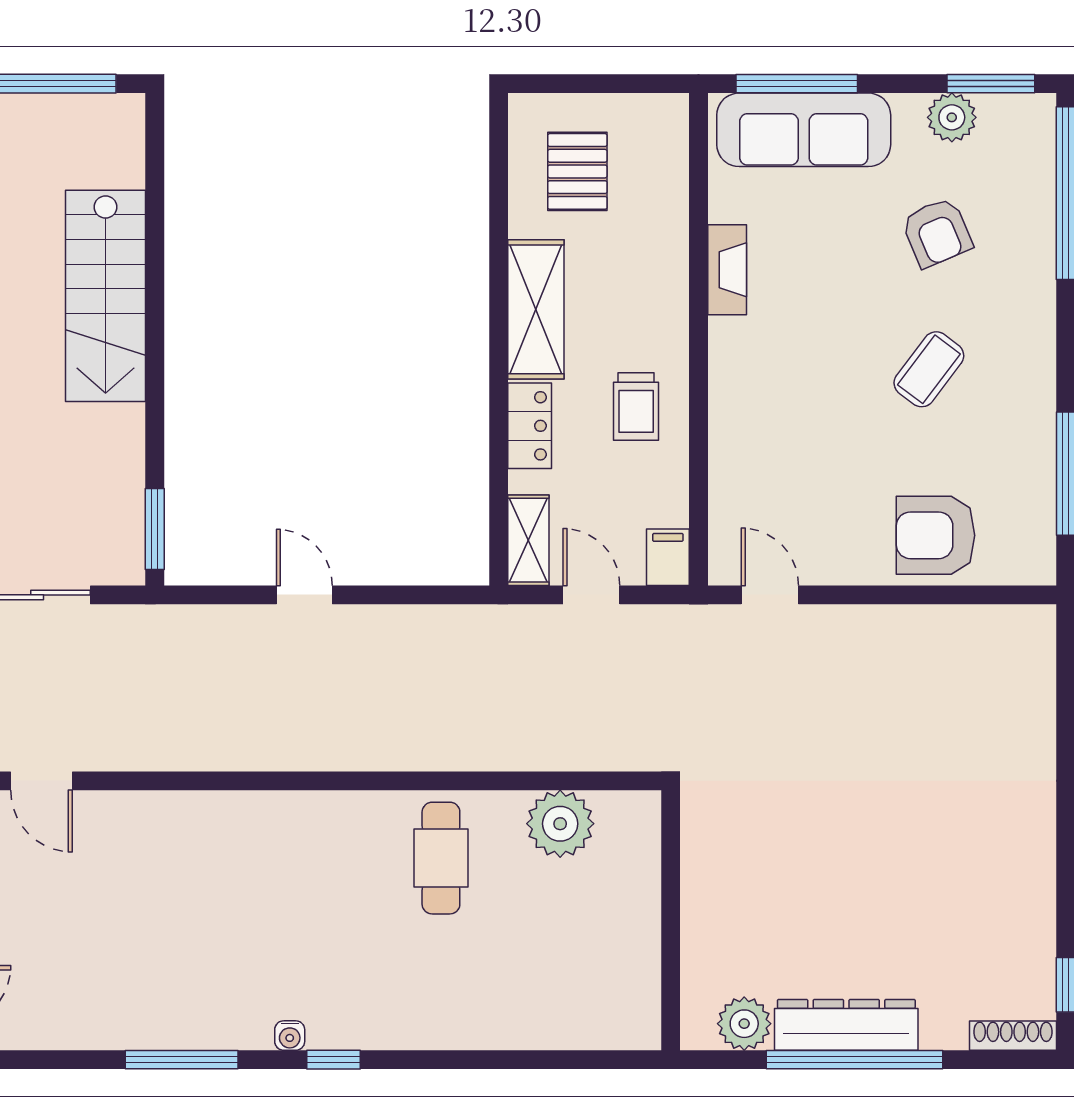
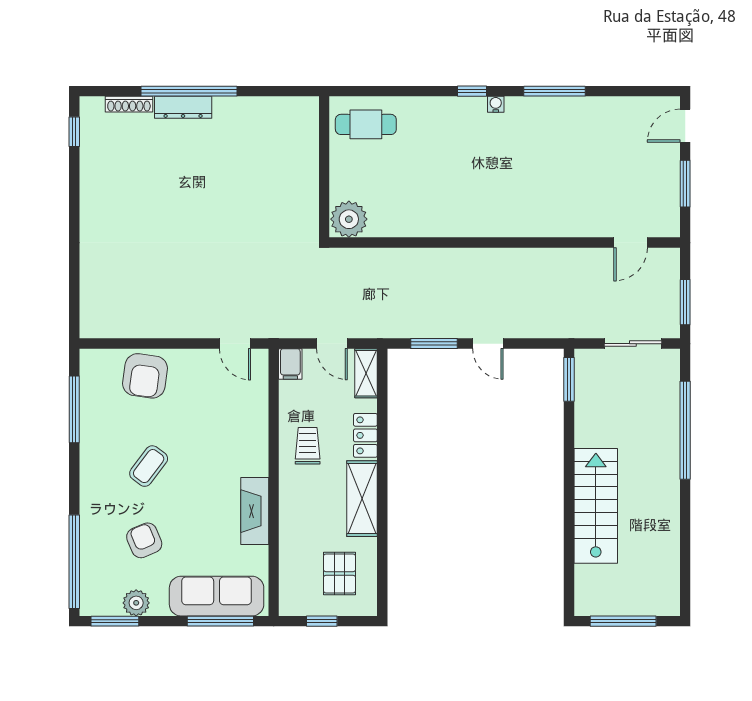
window: (610, 84) -> (322, 621), added
fireplace: (727, 270) -> (255, 511), width x1.37, depth x1.32
armchair: (935, 535) -> (145, 376), turned 98
window: (403, 595) -> (434, 344), added
door: (41, 781) -> (631, 243), swing flipped
cafe table: (441, 858) -> (366, 124), moved, turned 90
wall: (671, 920) -> (324, 167), moved
plant: (744, 1024) -> (249, 111), removed
dresser: (846, 1025) -> (183, 107), width x0.73, depth x0.80
shoe rack: (1013, 1036) -> (129, 104), moved

